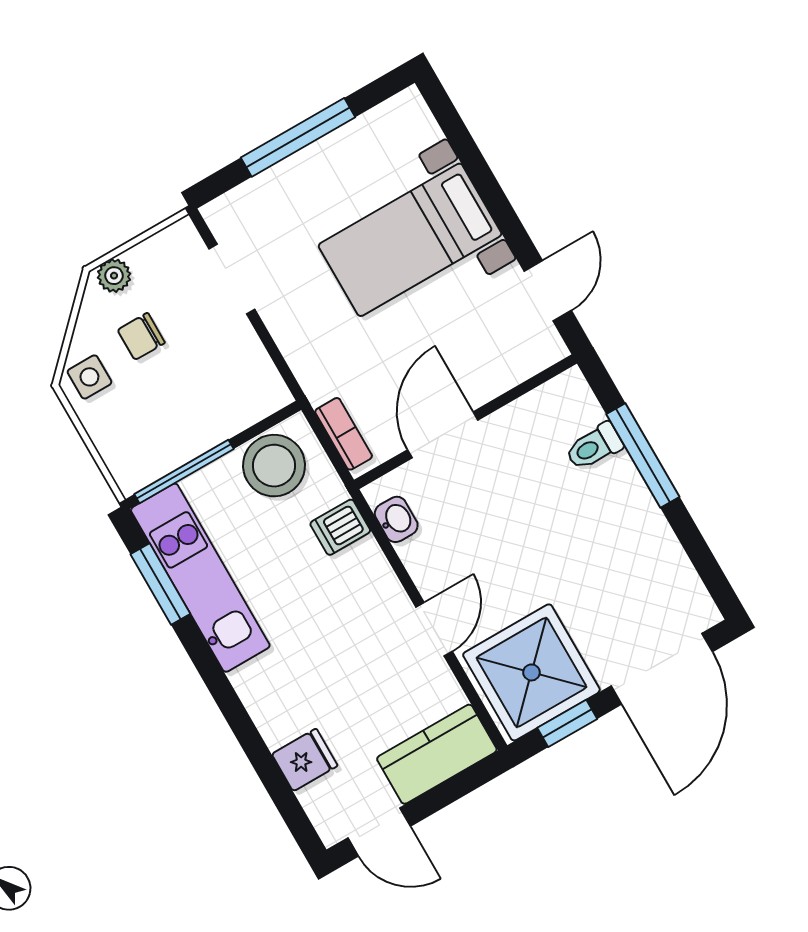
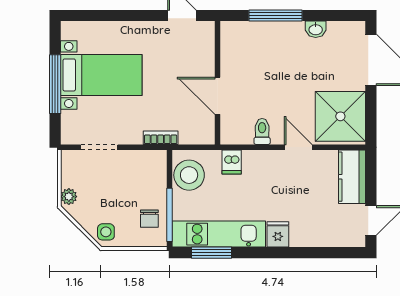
bed with nightstands: (410, 240) -> (101, 75), moved, turned -90
chair: (141, 336) -> (149, 219), moved
bookcase: (344, 434) -> (161, 138), moved
toilet: (594, 447) -> (262, 131), moved, turned 180
washbasin: (396, 519) -> (316, 29), moved, turned 180
window: (567, 723) -> (371, 114), removed
fridge: (305, 760) -> (278, 234), moved

